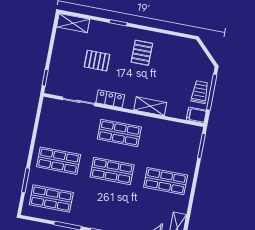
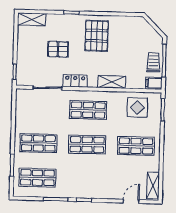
pallet: (142, 53) -> (97, 36), width x1.50, depth x1.42
display table: (174, 139) -> (137, 107), added

